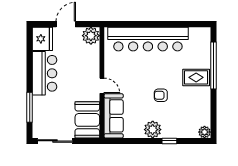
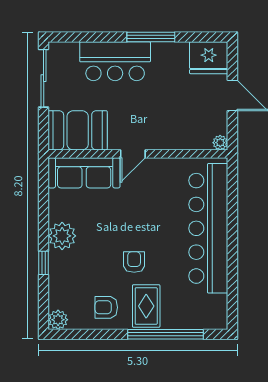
plant: (91, 36) -> (220, 143), width x0.53, depth x0.53
bar counter: (45, 73) -> (115, 61), moved
armchair: (161, 95) -> (134, 262), moved
armchair: (197, 102) -> (106, 307), added
window: (30, 107) -> (151, 37), moved

